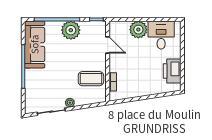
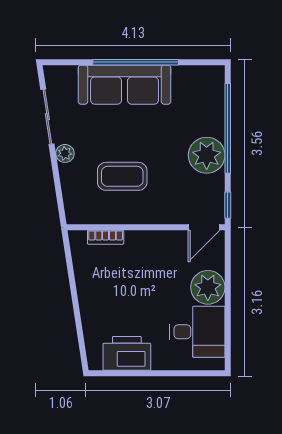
sofa: (35, 44) -> (125, 85), moved
door: (108, 45) -> (204, 227), moved
coffee table: (91, 79) -> (122, 176), moved, turned 90

